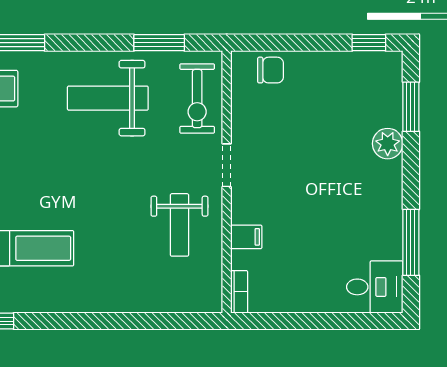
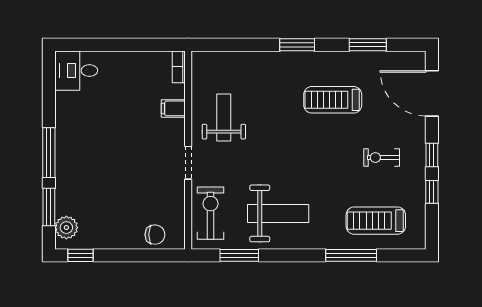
chair: (271, 70) -> (155, 235), turned 180
plant: (388, 144) -> (66, 228), moved
window: (411, 242) -> (49, 153), moved
window: (83, 321) -> (297, 45), added

